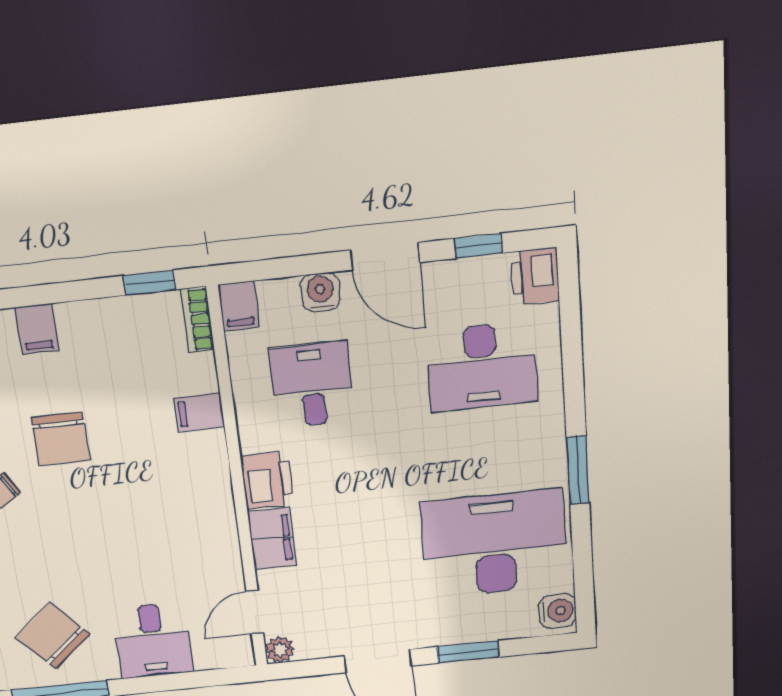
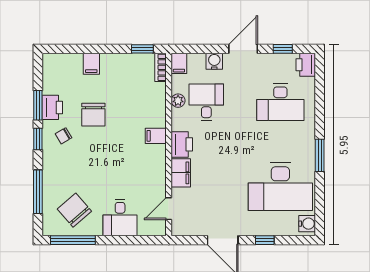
door: (385, 256) -> (243, 49), swing flipped
filing cabinet: (199, 413) -> (156, 136), moved
desk: (494, 544) -> (280, 187), turned 180
plant: (280, 650) -> (178, 101), moved
window: (468, 652) -> (265, 240), width x0.67

